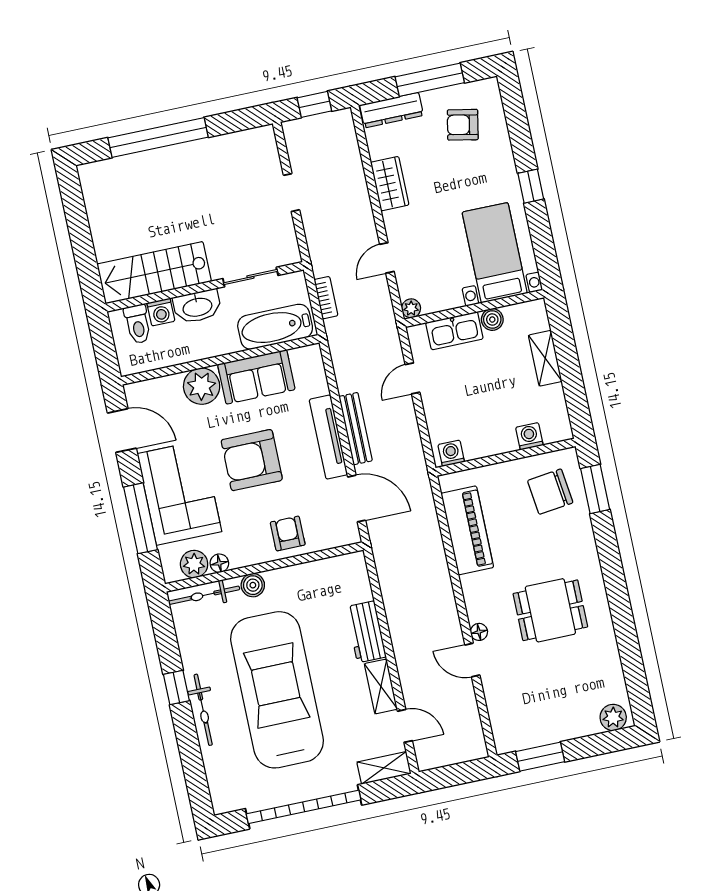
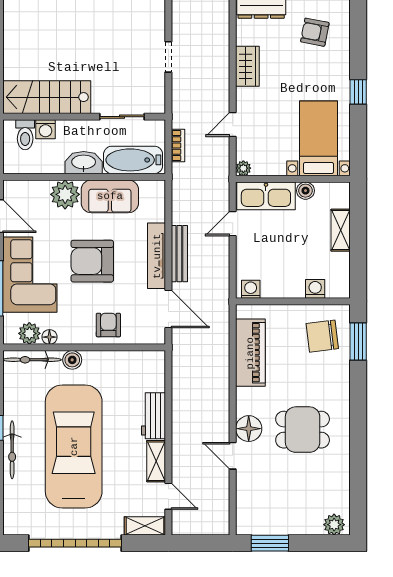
washbasin: (197, 306) -> (84, 163), moved, turned 180
kitchen sink: (454, 331) -> (266, 196), width x1.36, depth x1.24
floor lamp: (479, 632) -> (249, 429), width x1.89, depth x1.89

